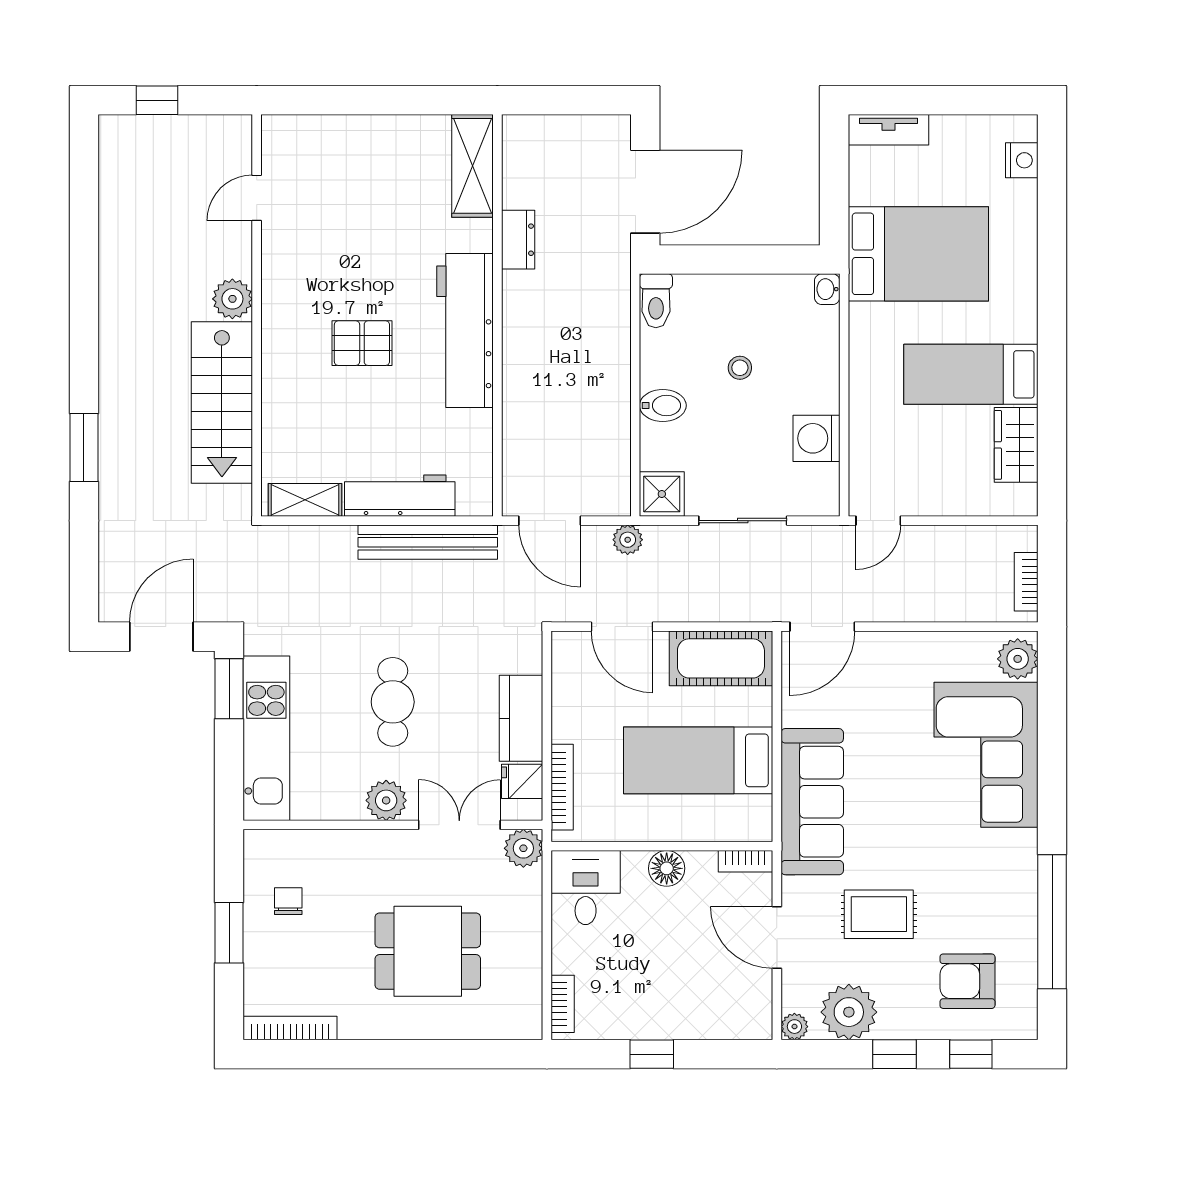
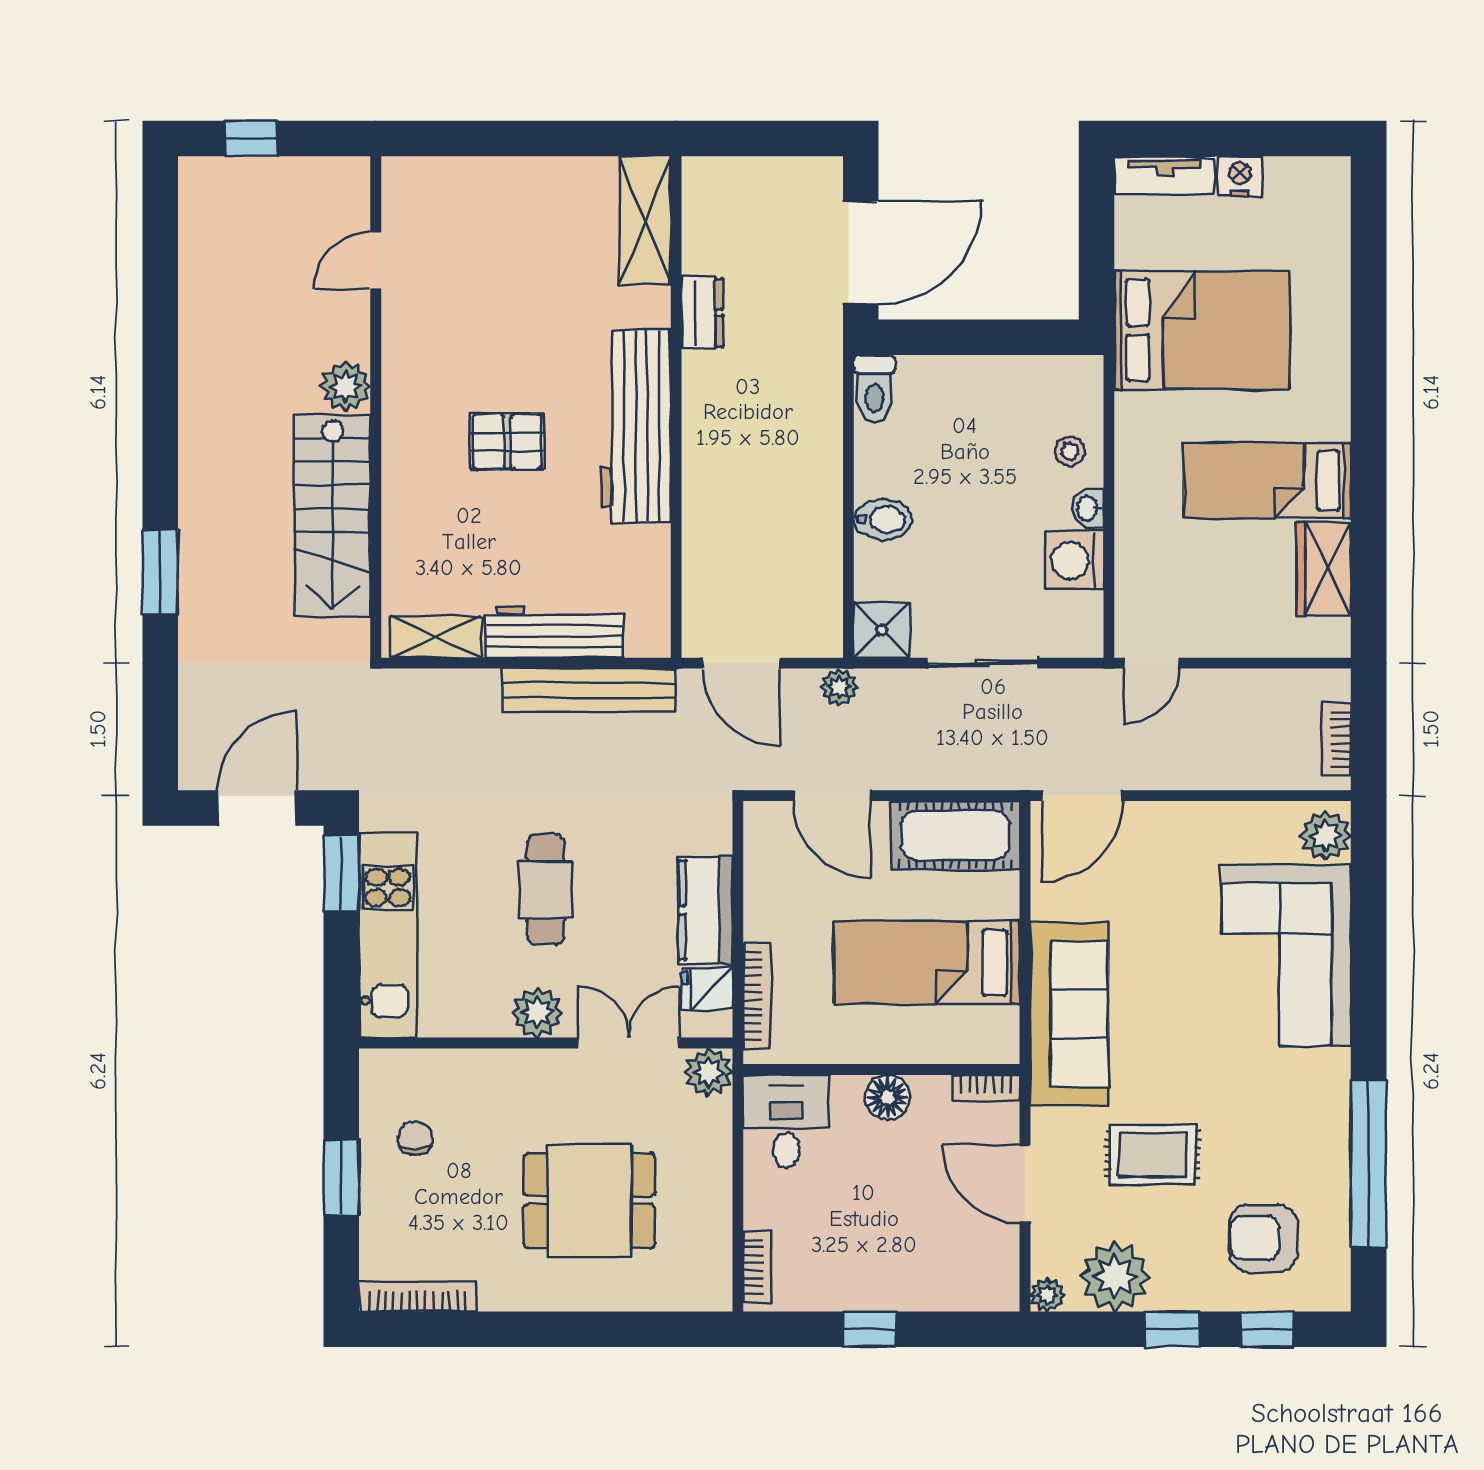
nightstand: (1022, 160) -> (1240, 176), moved, turned -90
washbasin: (827, 289) -> (1088, 508), moved
stool: (740, 368) -> (1070, 451), moved

